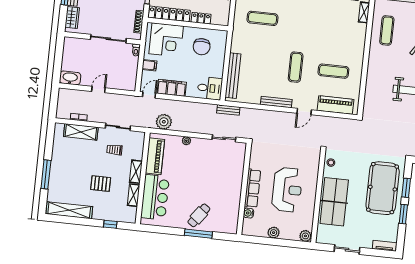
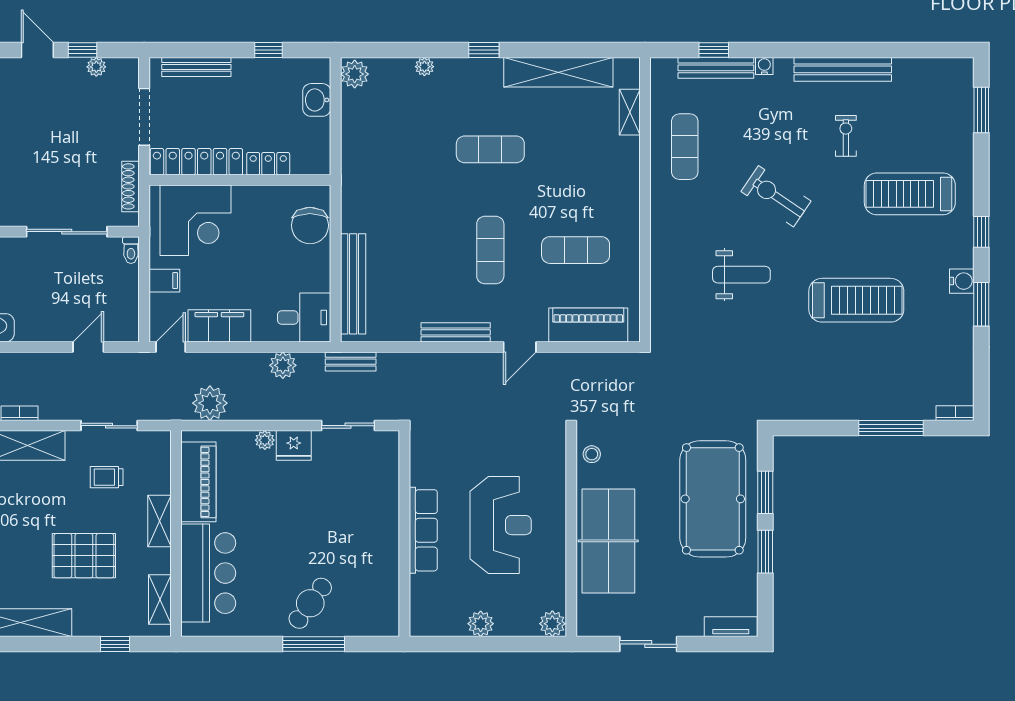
exercise mat: (262, 18) -> (490, 149), moved
chair: (202, 47) -> (310, 225), moved
door: (98, 90) -> (88, 347), moved
plant: (198, 108) -> (283, 365), added
fridge: (199, 145) -> (294, 445), added
pallet: (101, 184) -> (84, 556), width x1.50, depth x1.42
shelving: (134, 195) -> (160, 600), moved
water cooler: (248, 213) -> (420, 586), removed

